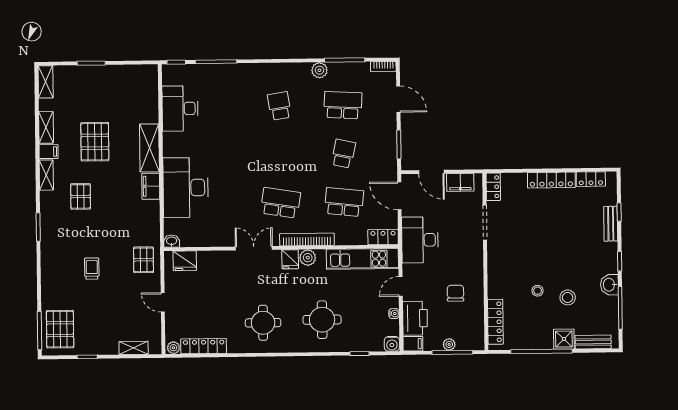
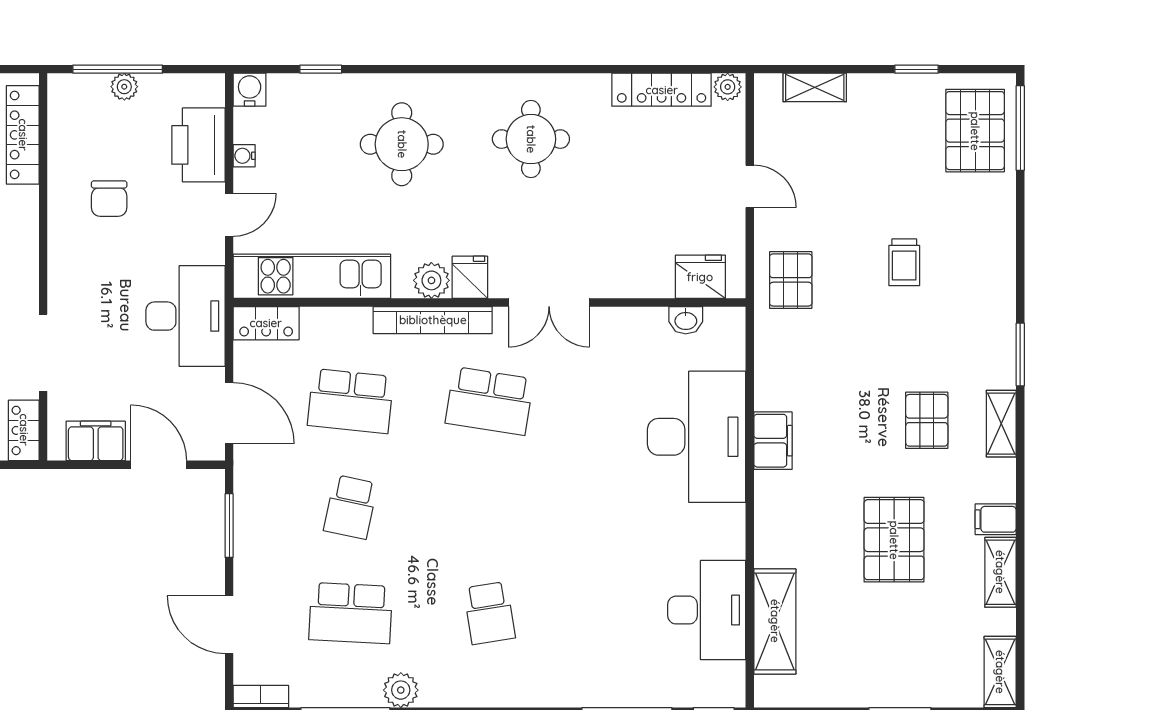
shelving: (149, 148) -> (775, 621), moved
shelving: (46, 175) -> (1001, 424), moved
washbasin: (172, 241) -> (686, 320), moved
filing cabinet: (413, 344) -> (204, 89), removed

